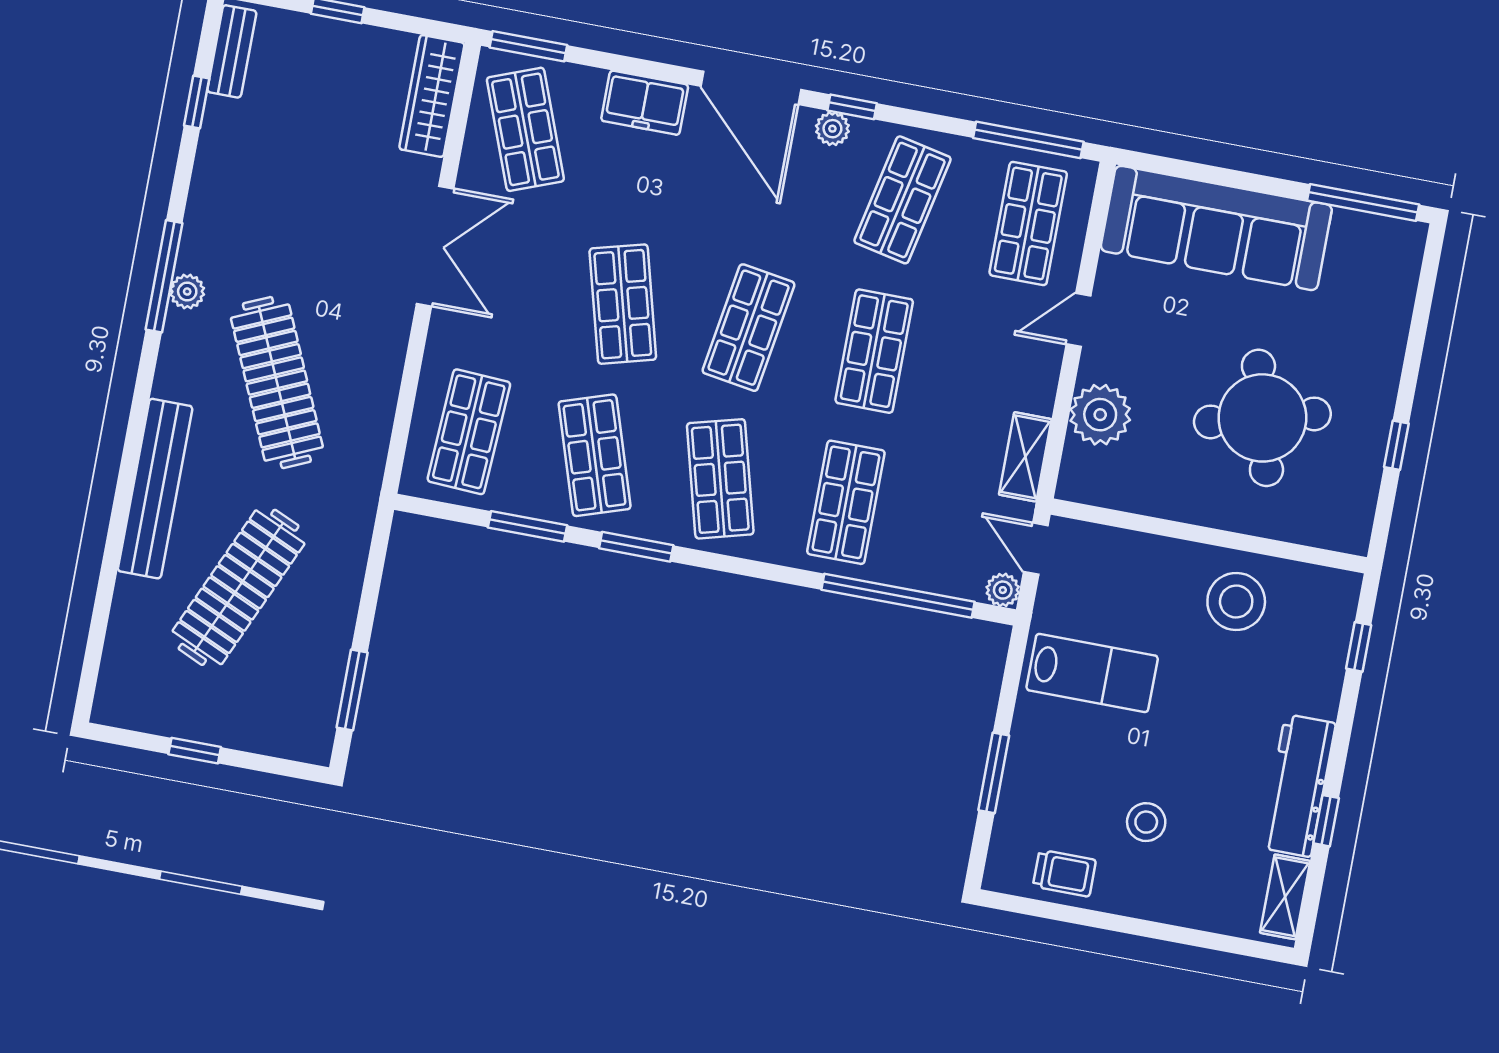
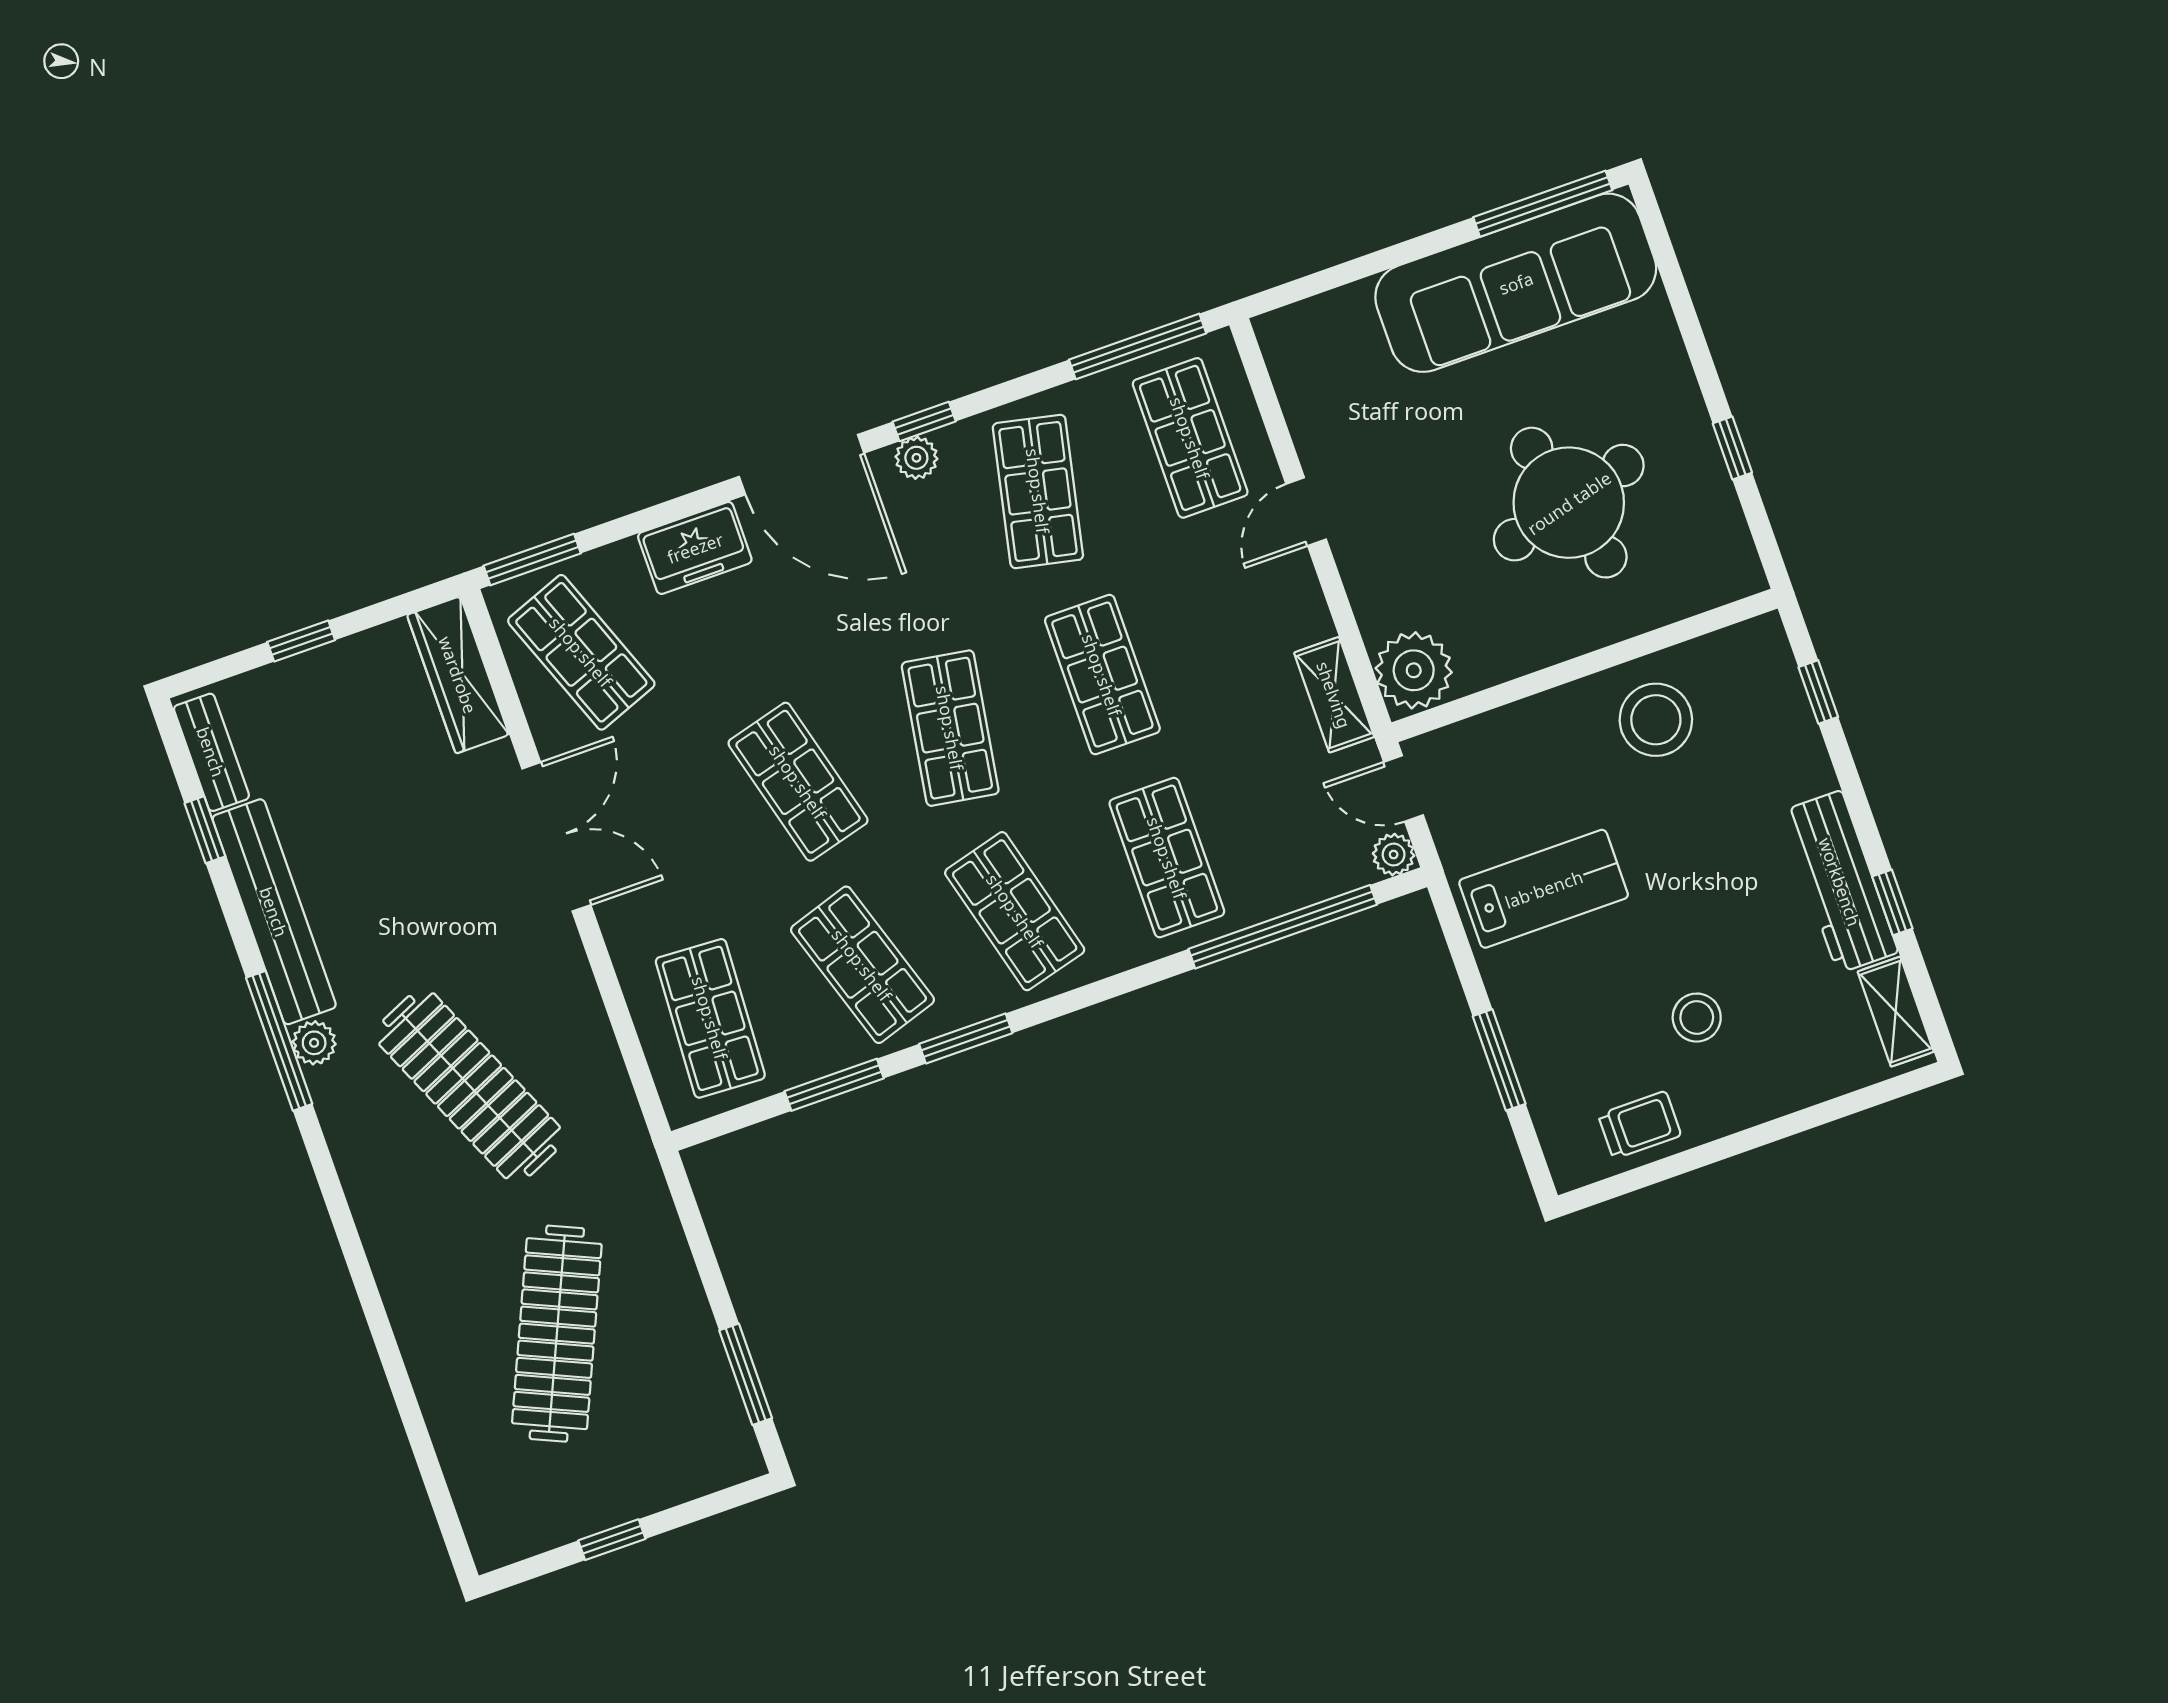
sofa: (1216, 228) -> (1516, 283), moved
plant: (1100, 415) -> (1414, 670), moved
bench: (155, 489) -> (274, 912), moved

